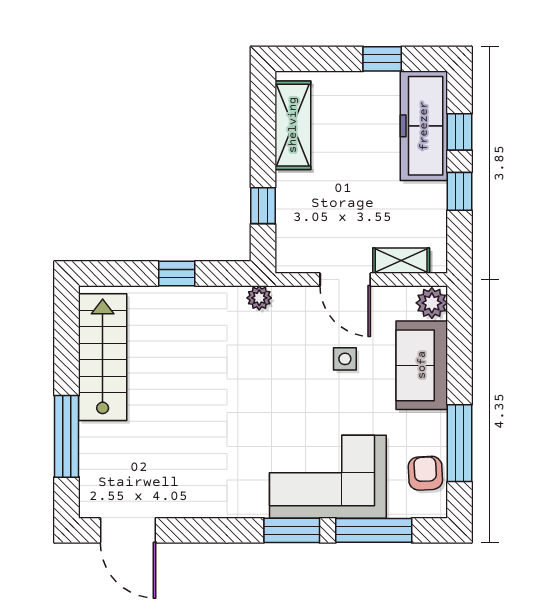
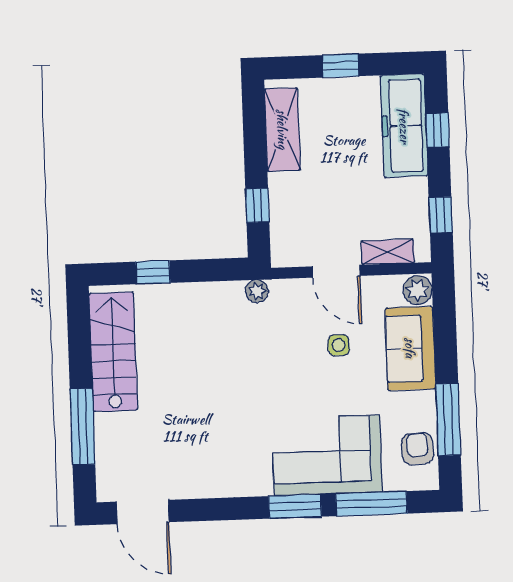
window: (382, 59) -> (340, 66), moved
window: (459, 191) -> (441, 215), moved
window: (177, 273) -> (153, 272), moved

